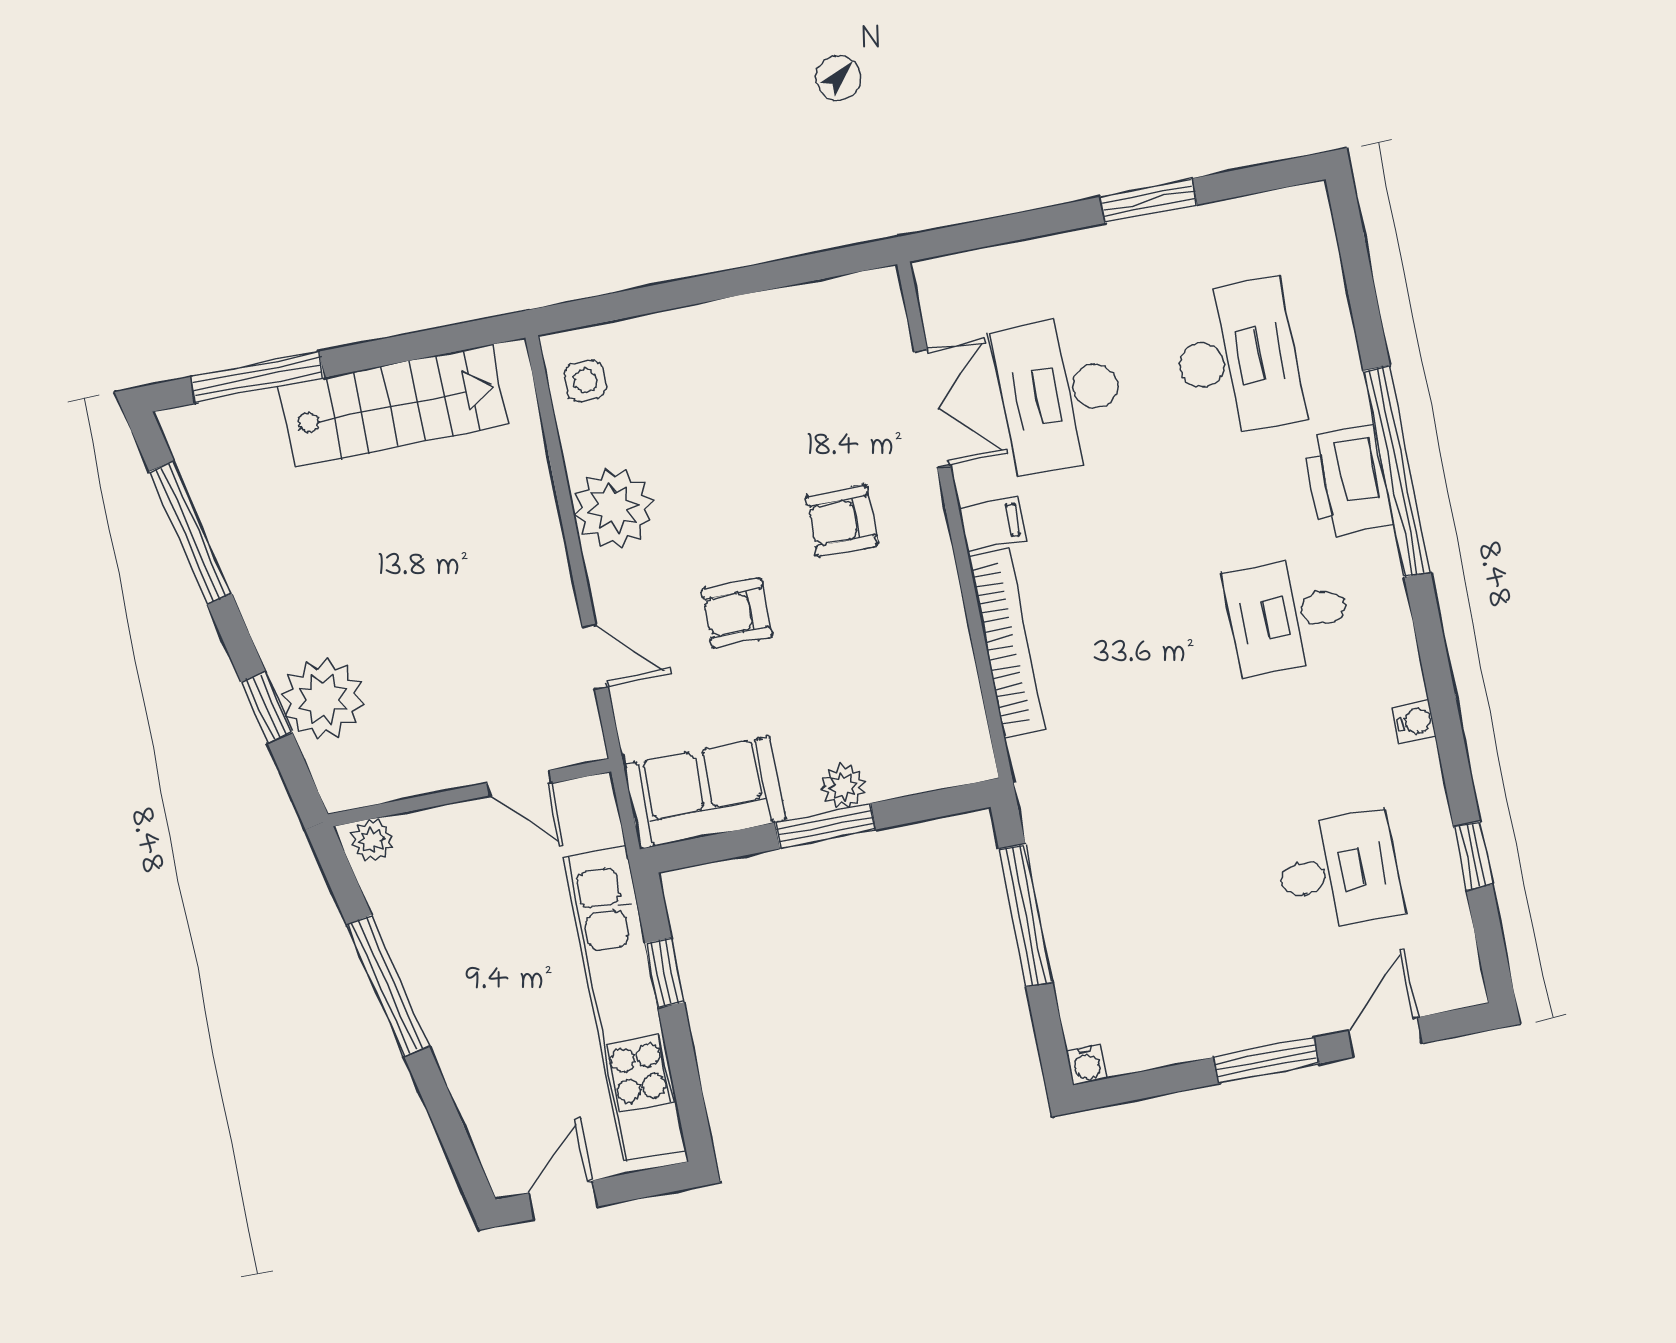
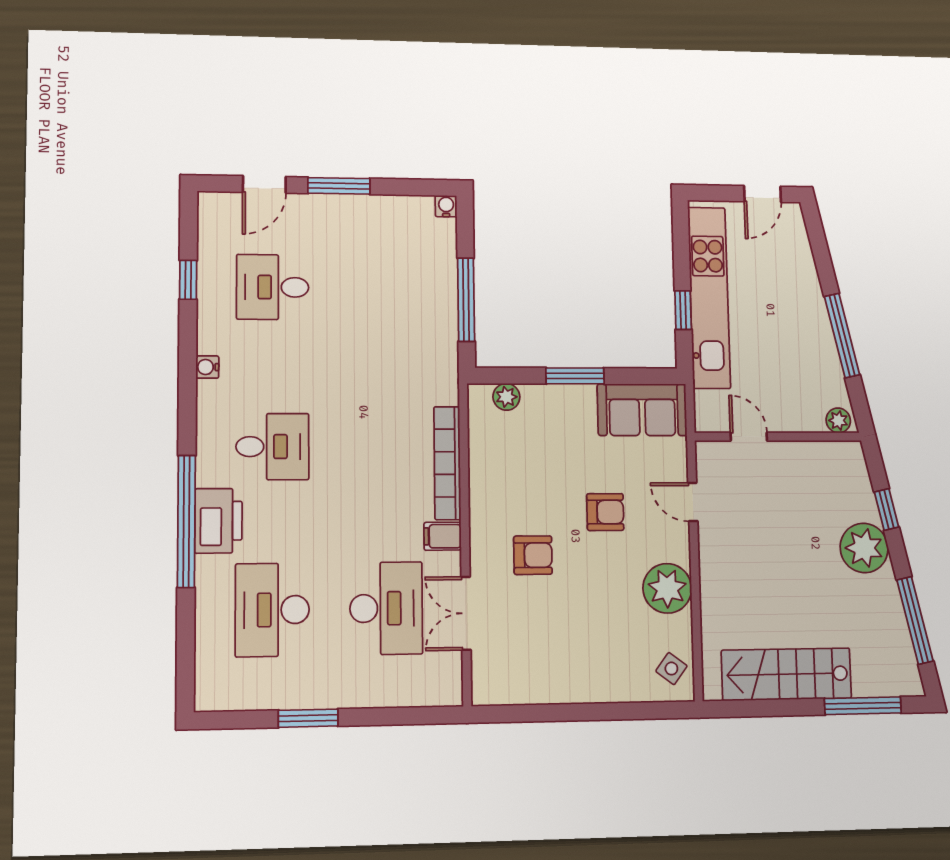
side table: (585, 381) -> (671, 669), turned 37
plant: (323, 699) -> (864, 548), moved
plant: (843, 786) -> (506, 397), moved

